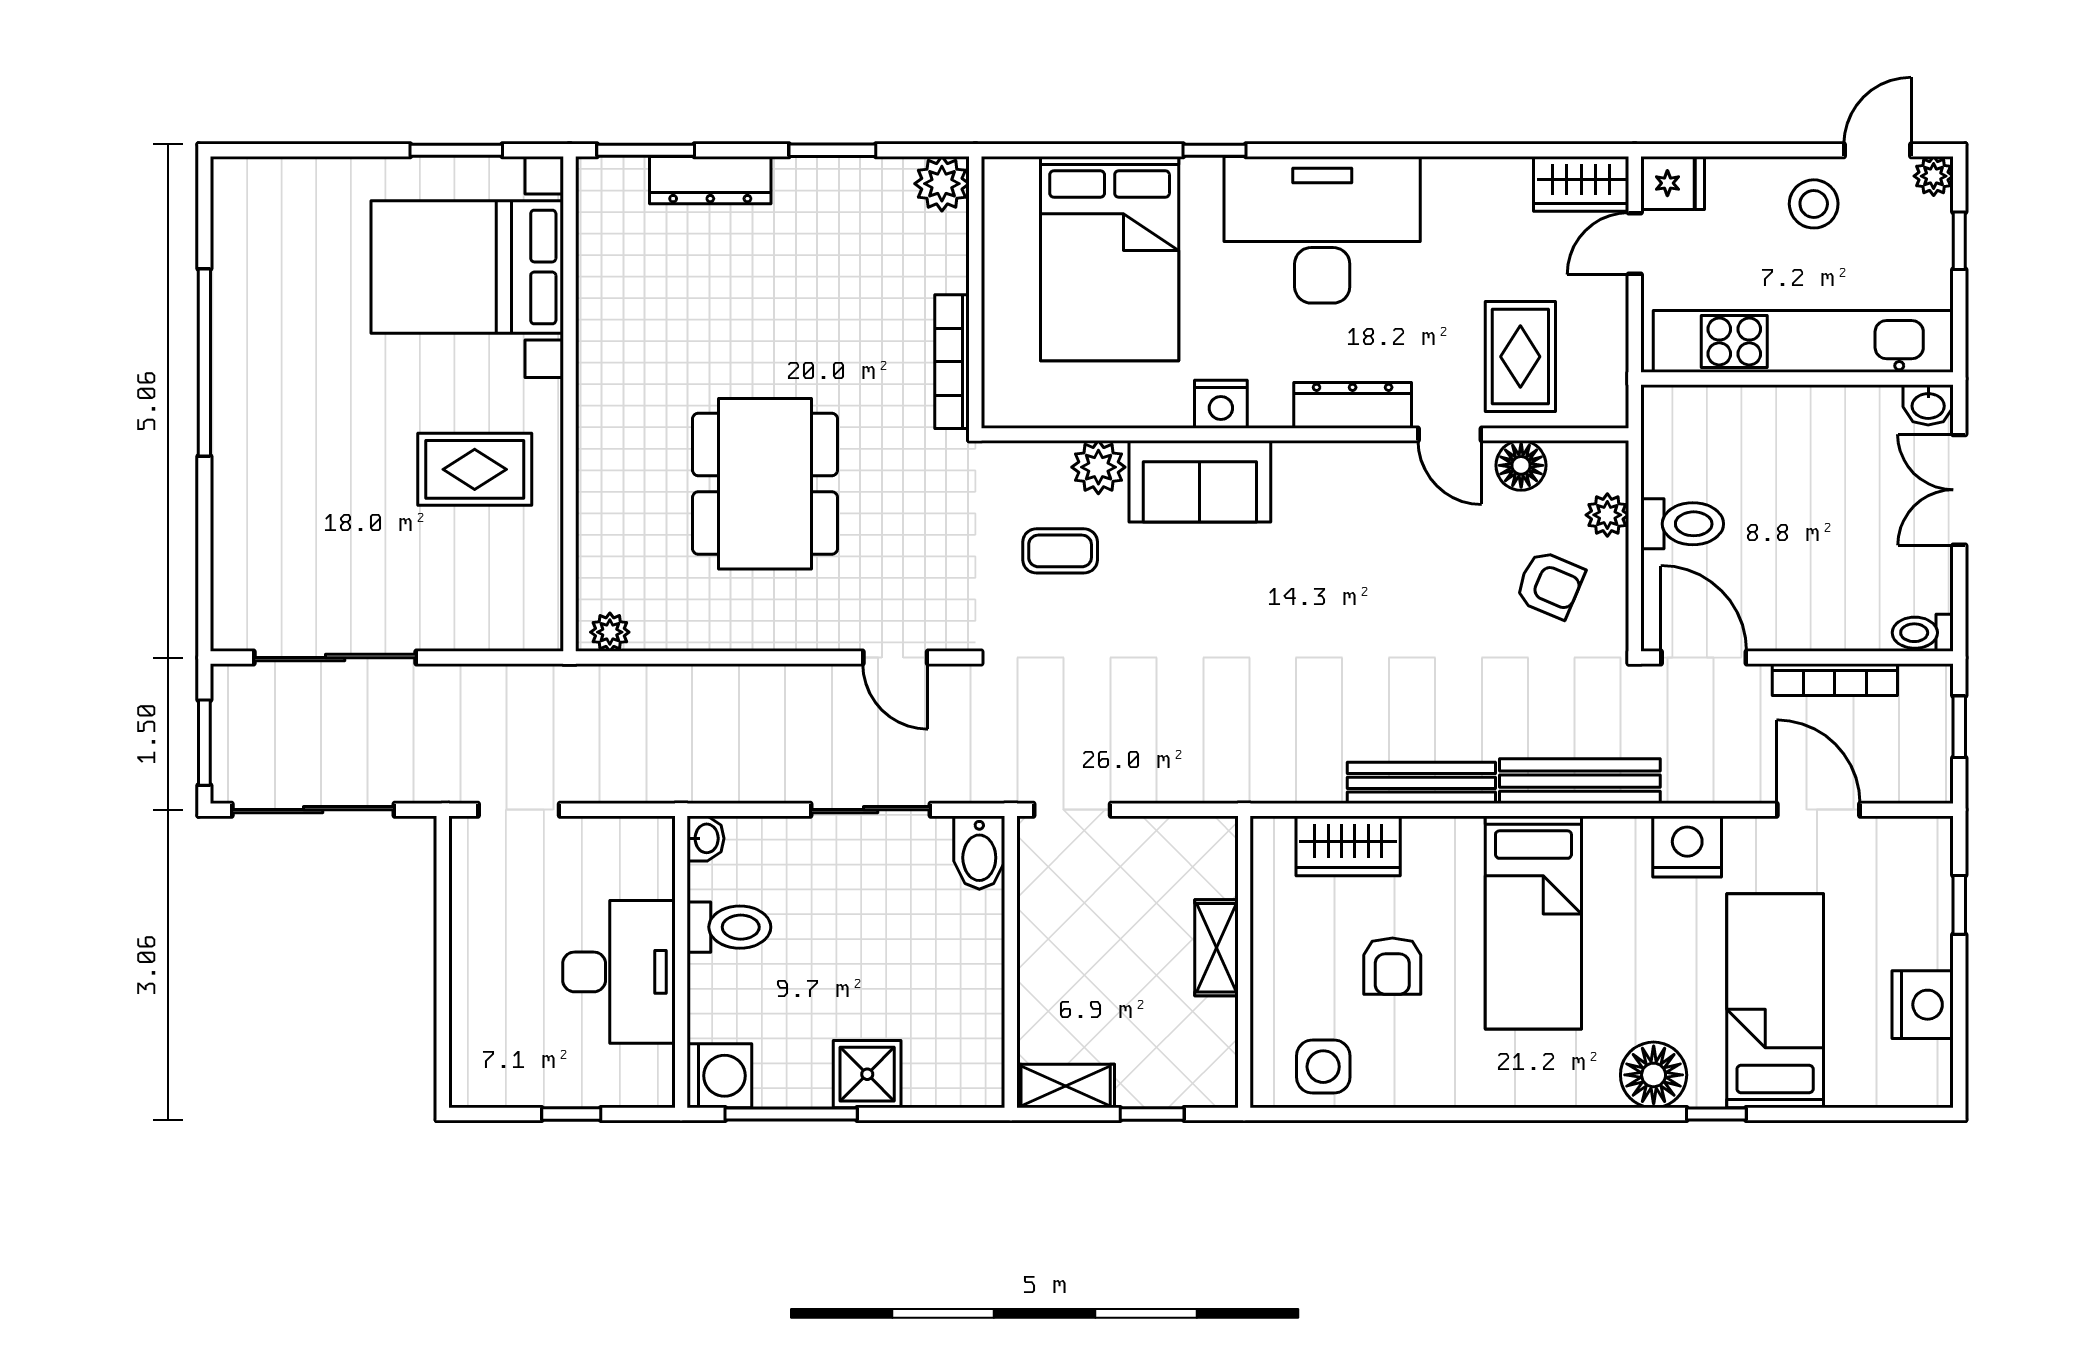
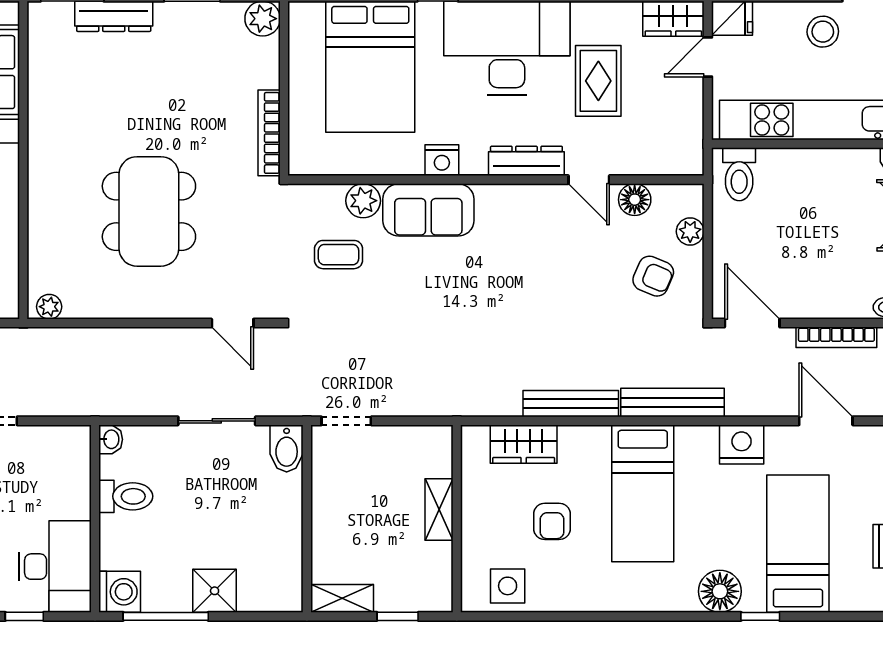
rug: (1520, 357) -> (598, 81), moved
toilet: (1682, 524) -> (739, 174), moved, turned 90
desk: (619, 972) -> (55, 567), moved

